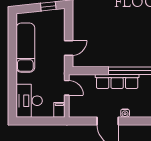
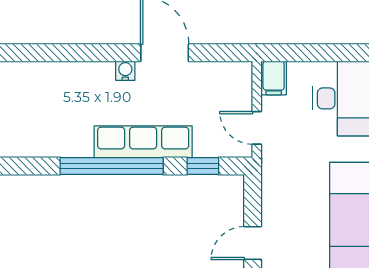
door: (69, 48) -> (253, 243), moved
window: (91, 71) -> (203, 166), added

